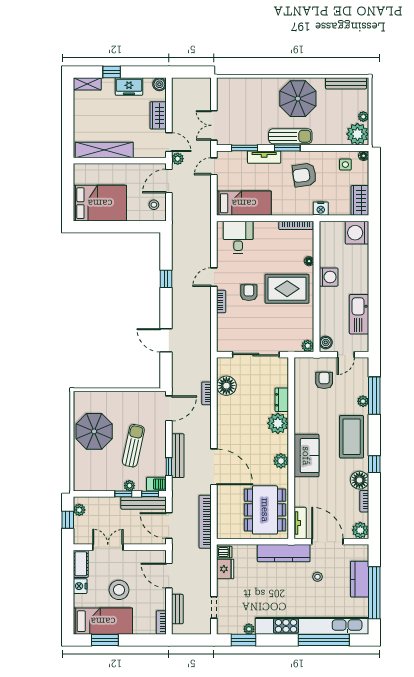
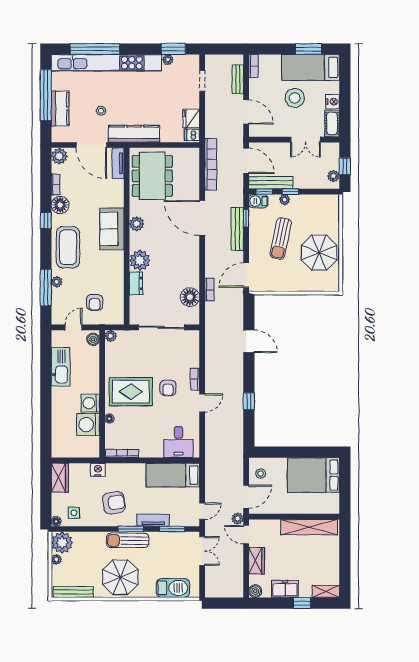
barbecue: (244, 88) -> (173, 588), added
washing machine: (357, 233) -> (88, 425), moved, turned 180

